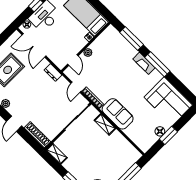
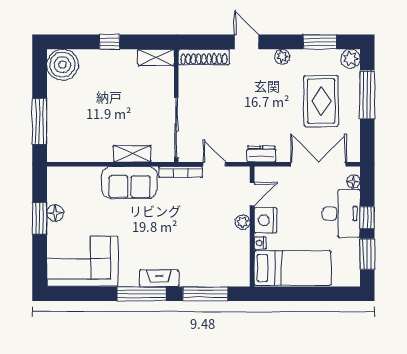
nightstand: (78, 44) -> (266, 220), added
door: (73, 60) -> (252, 194), swing flipped

